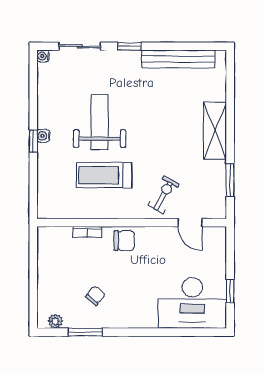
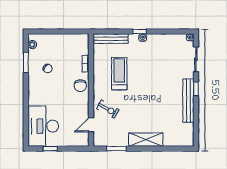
bench: (178, 59) -> (188, 101), moved
weight bench: (100, 122) -> (151, 71), removed
bench: (45, 190) -> (111, 39), added

